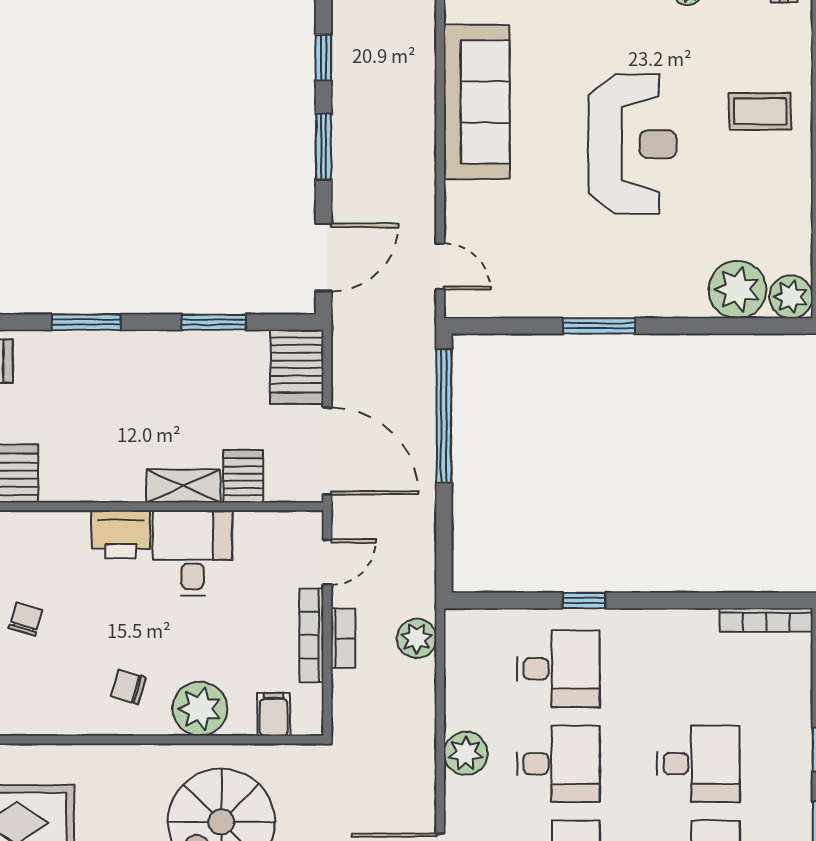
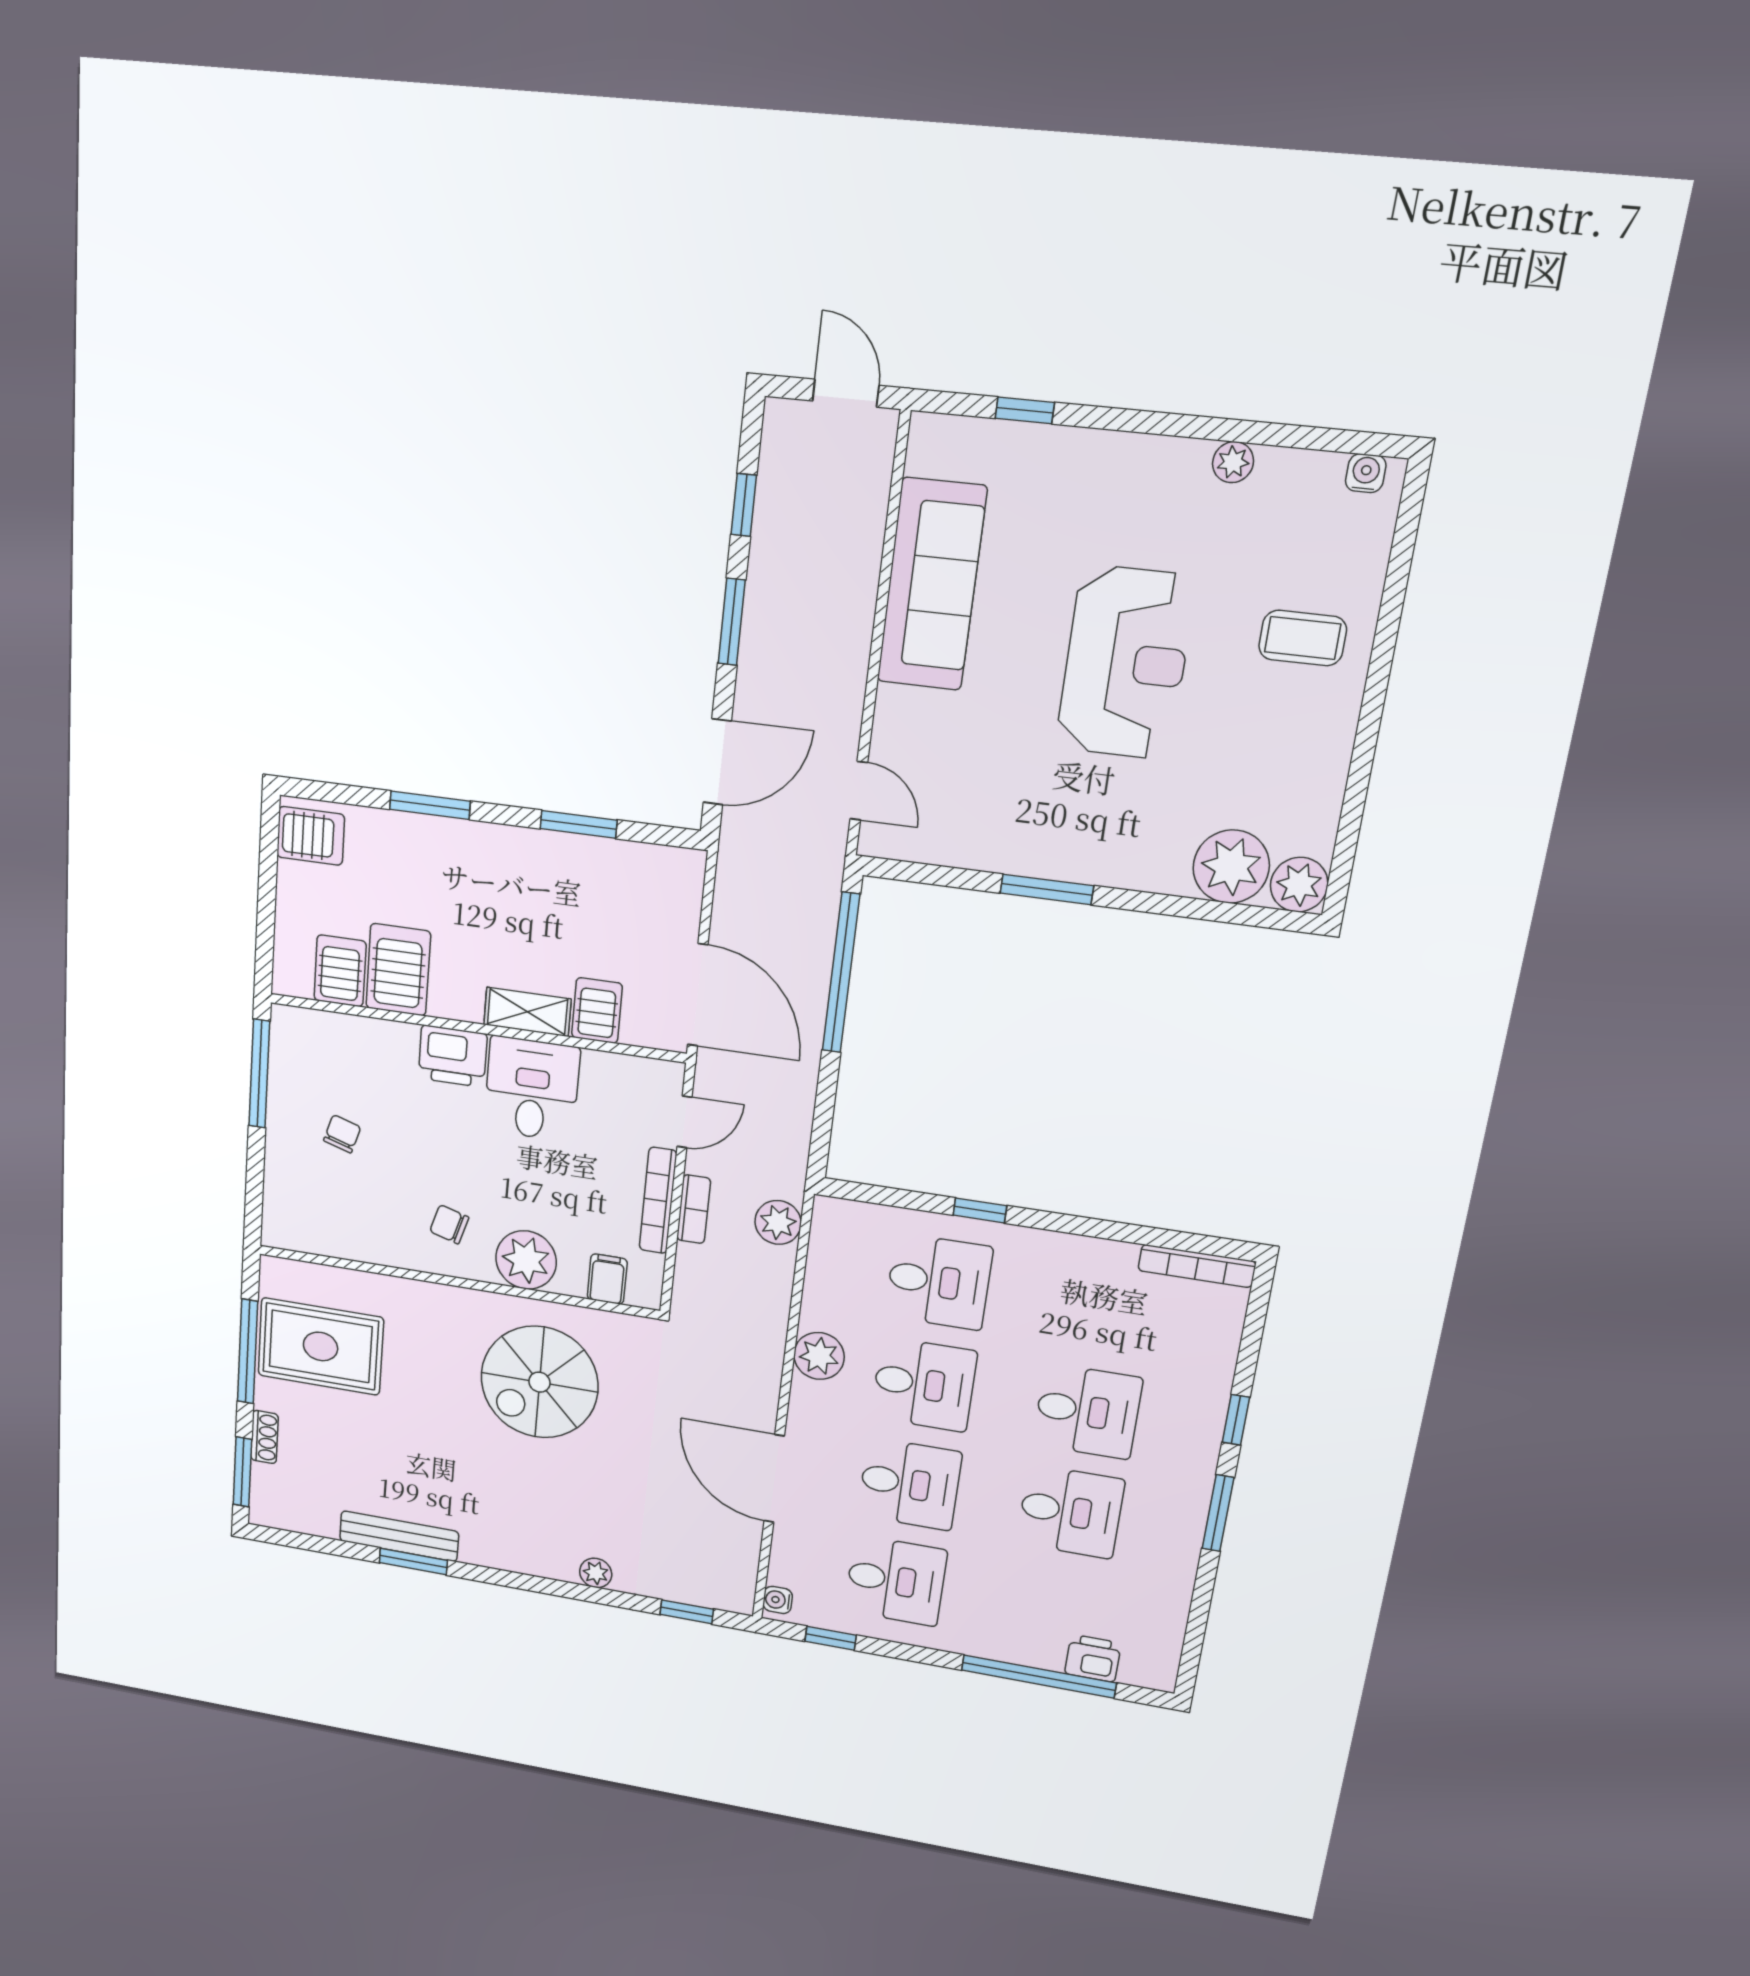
server rack: (297, 367) -> (398, 970), moved, turned 180

